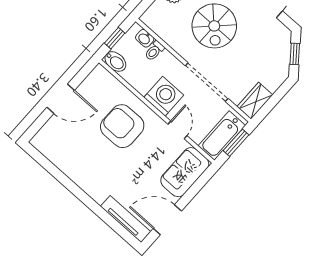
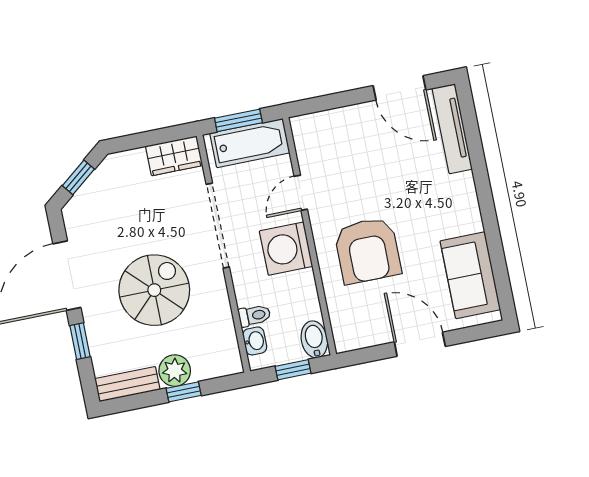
sofa: (185, 172) -> (470, 275), moved, turned 90

